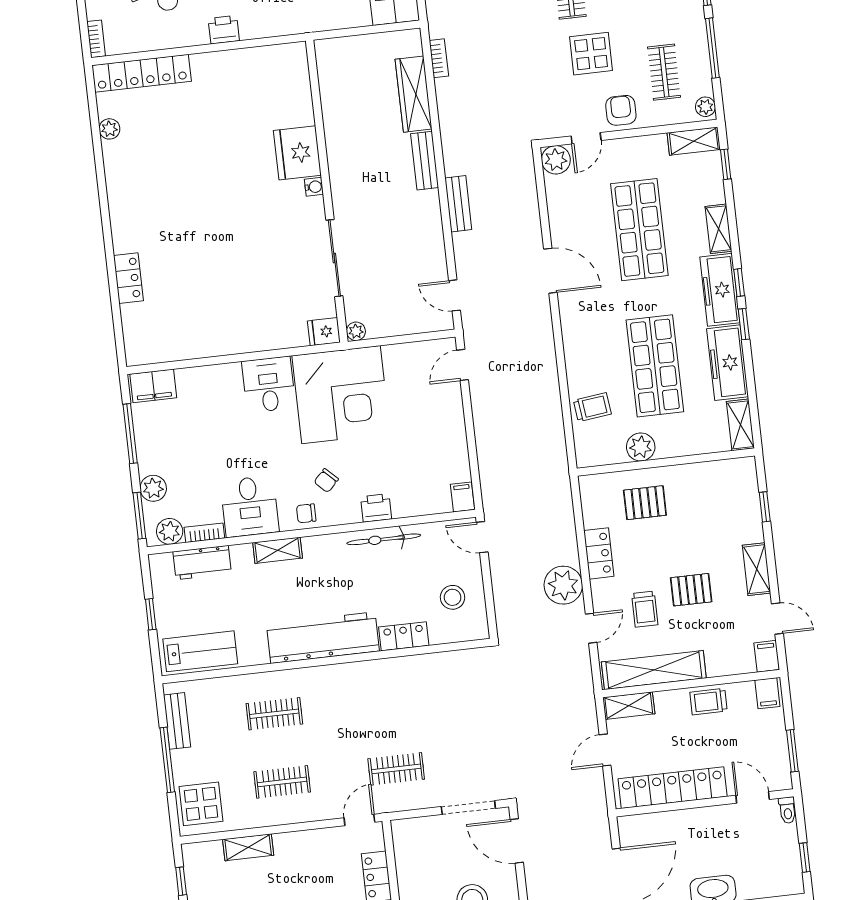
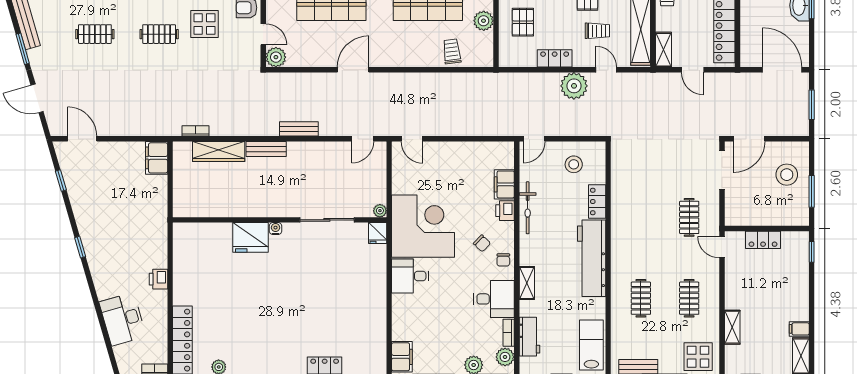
filing cabinet: (463, 497) -> (504, 184), moved, width x2.00

